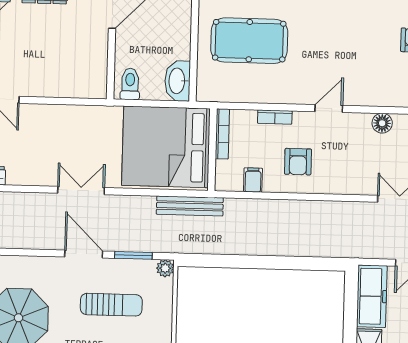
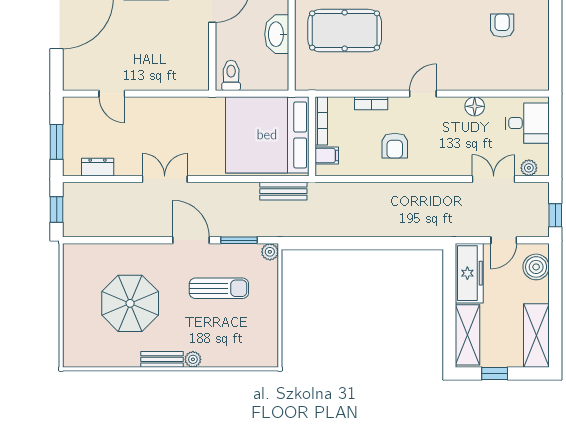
washbasin: (178, 81) -> (277, 34), moved
filing cabinet: (253, 180) -> (327, 155), moved, turned 90
double door: (81, 190) -> (165, 179), moved
bench: (190, 206) -> (283, 191), width x0.73

